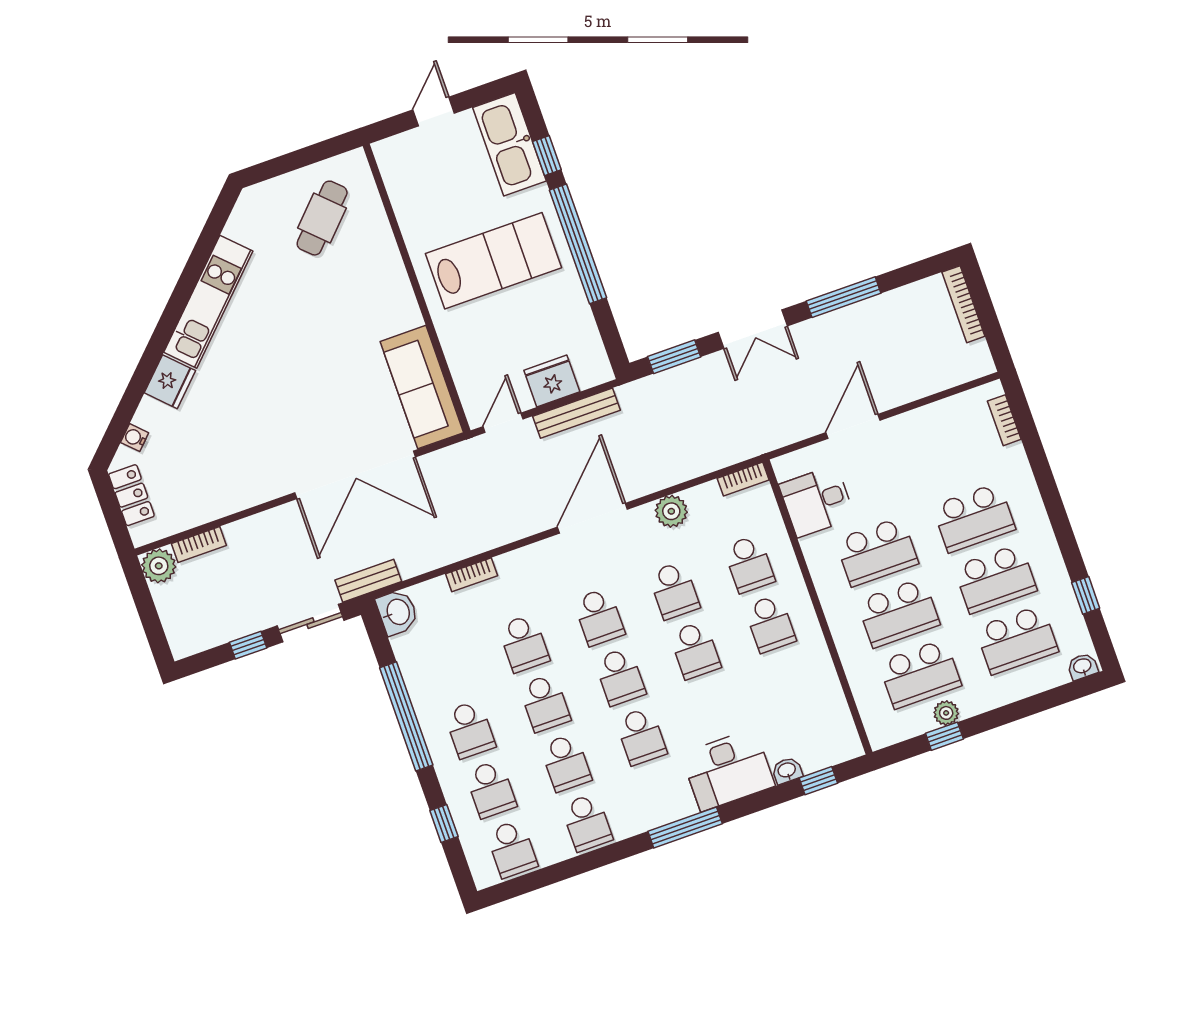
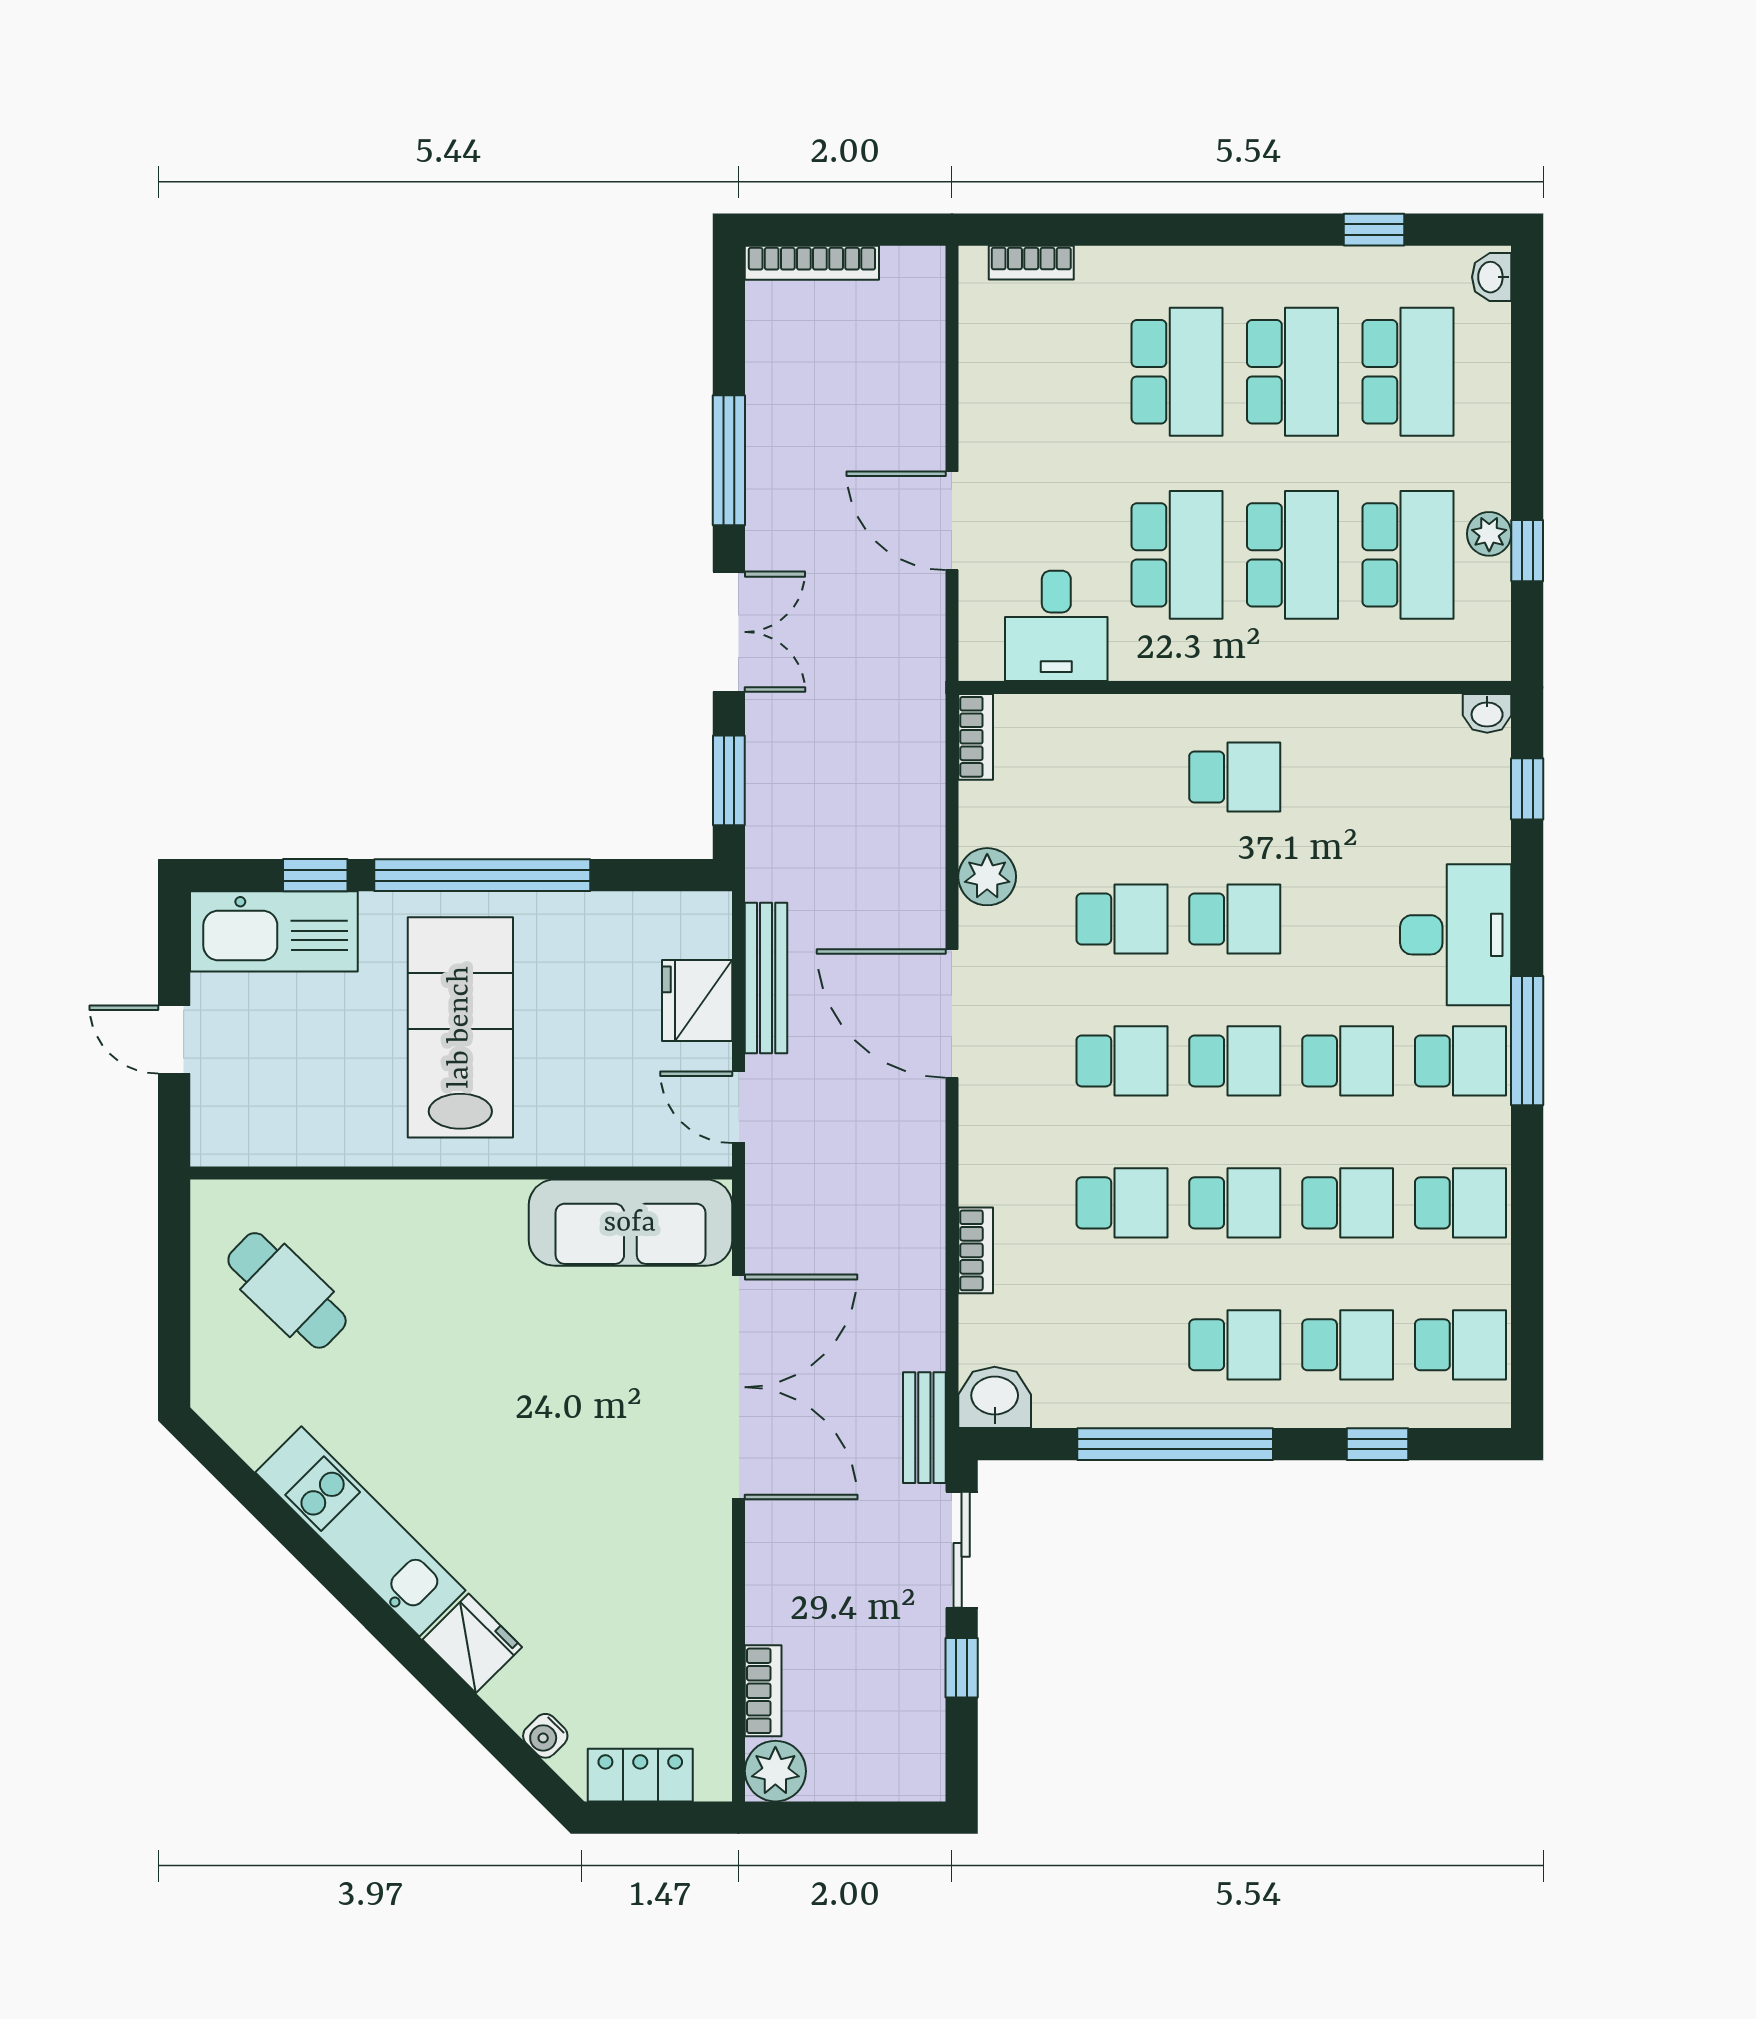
school desk: (749, 564) -> (1460, 1061), moved
washbasin: (787, 771) -> (1487, 713), moved, turned -90

